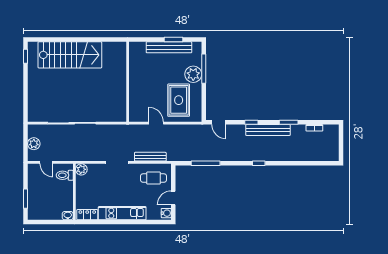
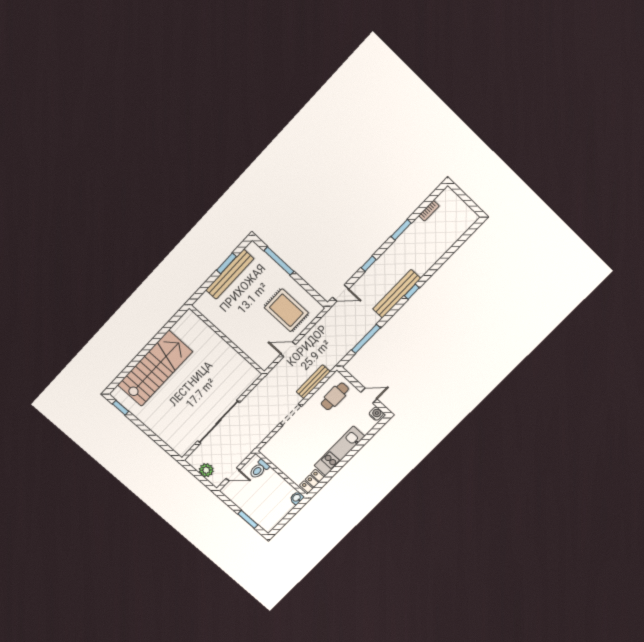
plant: (193, 74) -> (275, 275), removed
bench: (268, 130) -> (397, 294), moved
plant: (81, 169) -> (267, 451), removed
door: (173, 198) -> (369, 396), swing flipped

